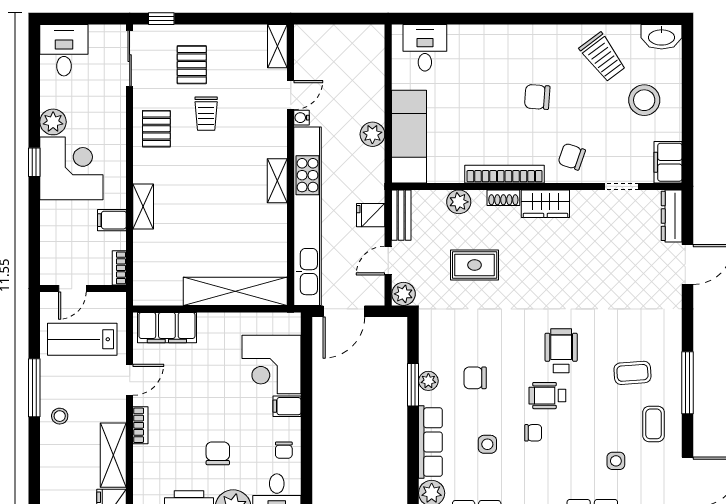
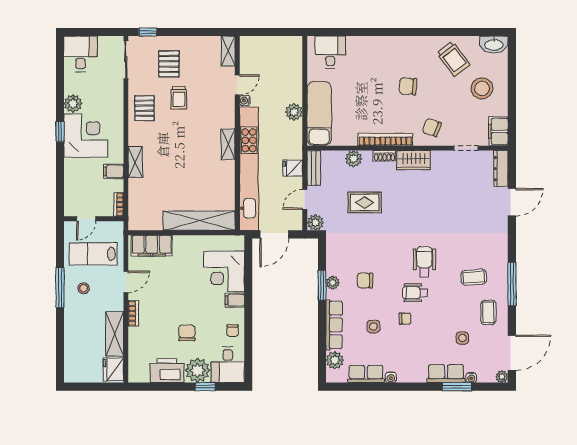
stool: (60, 416) -> (84, 288), moved

